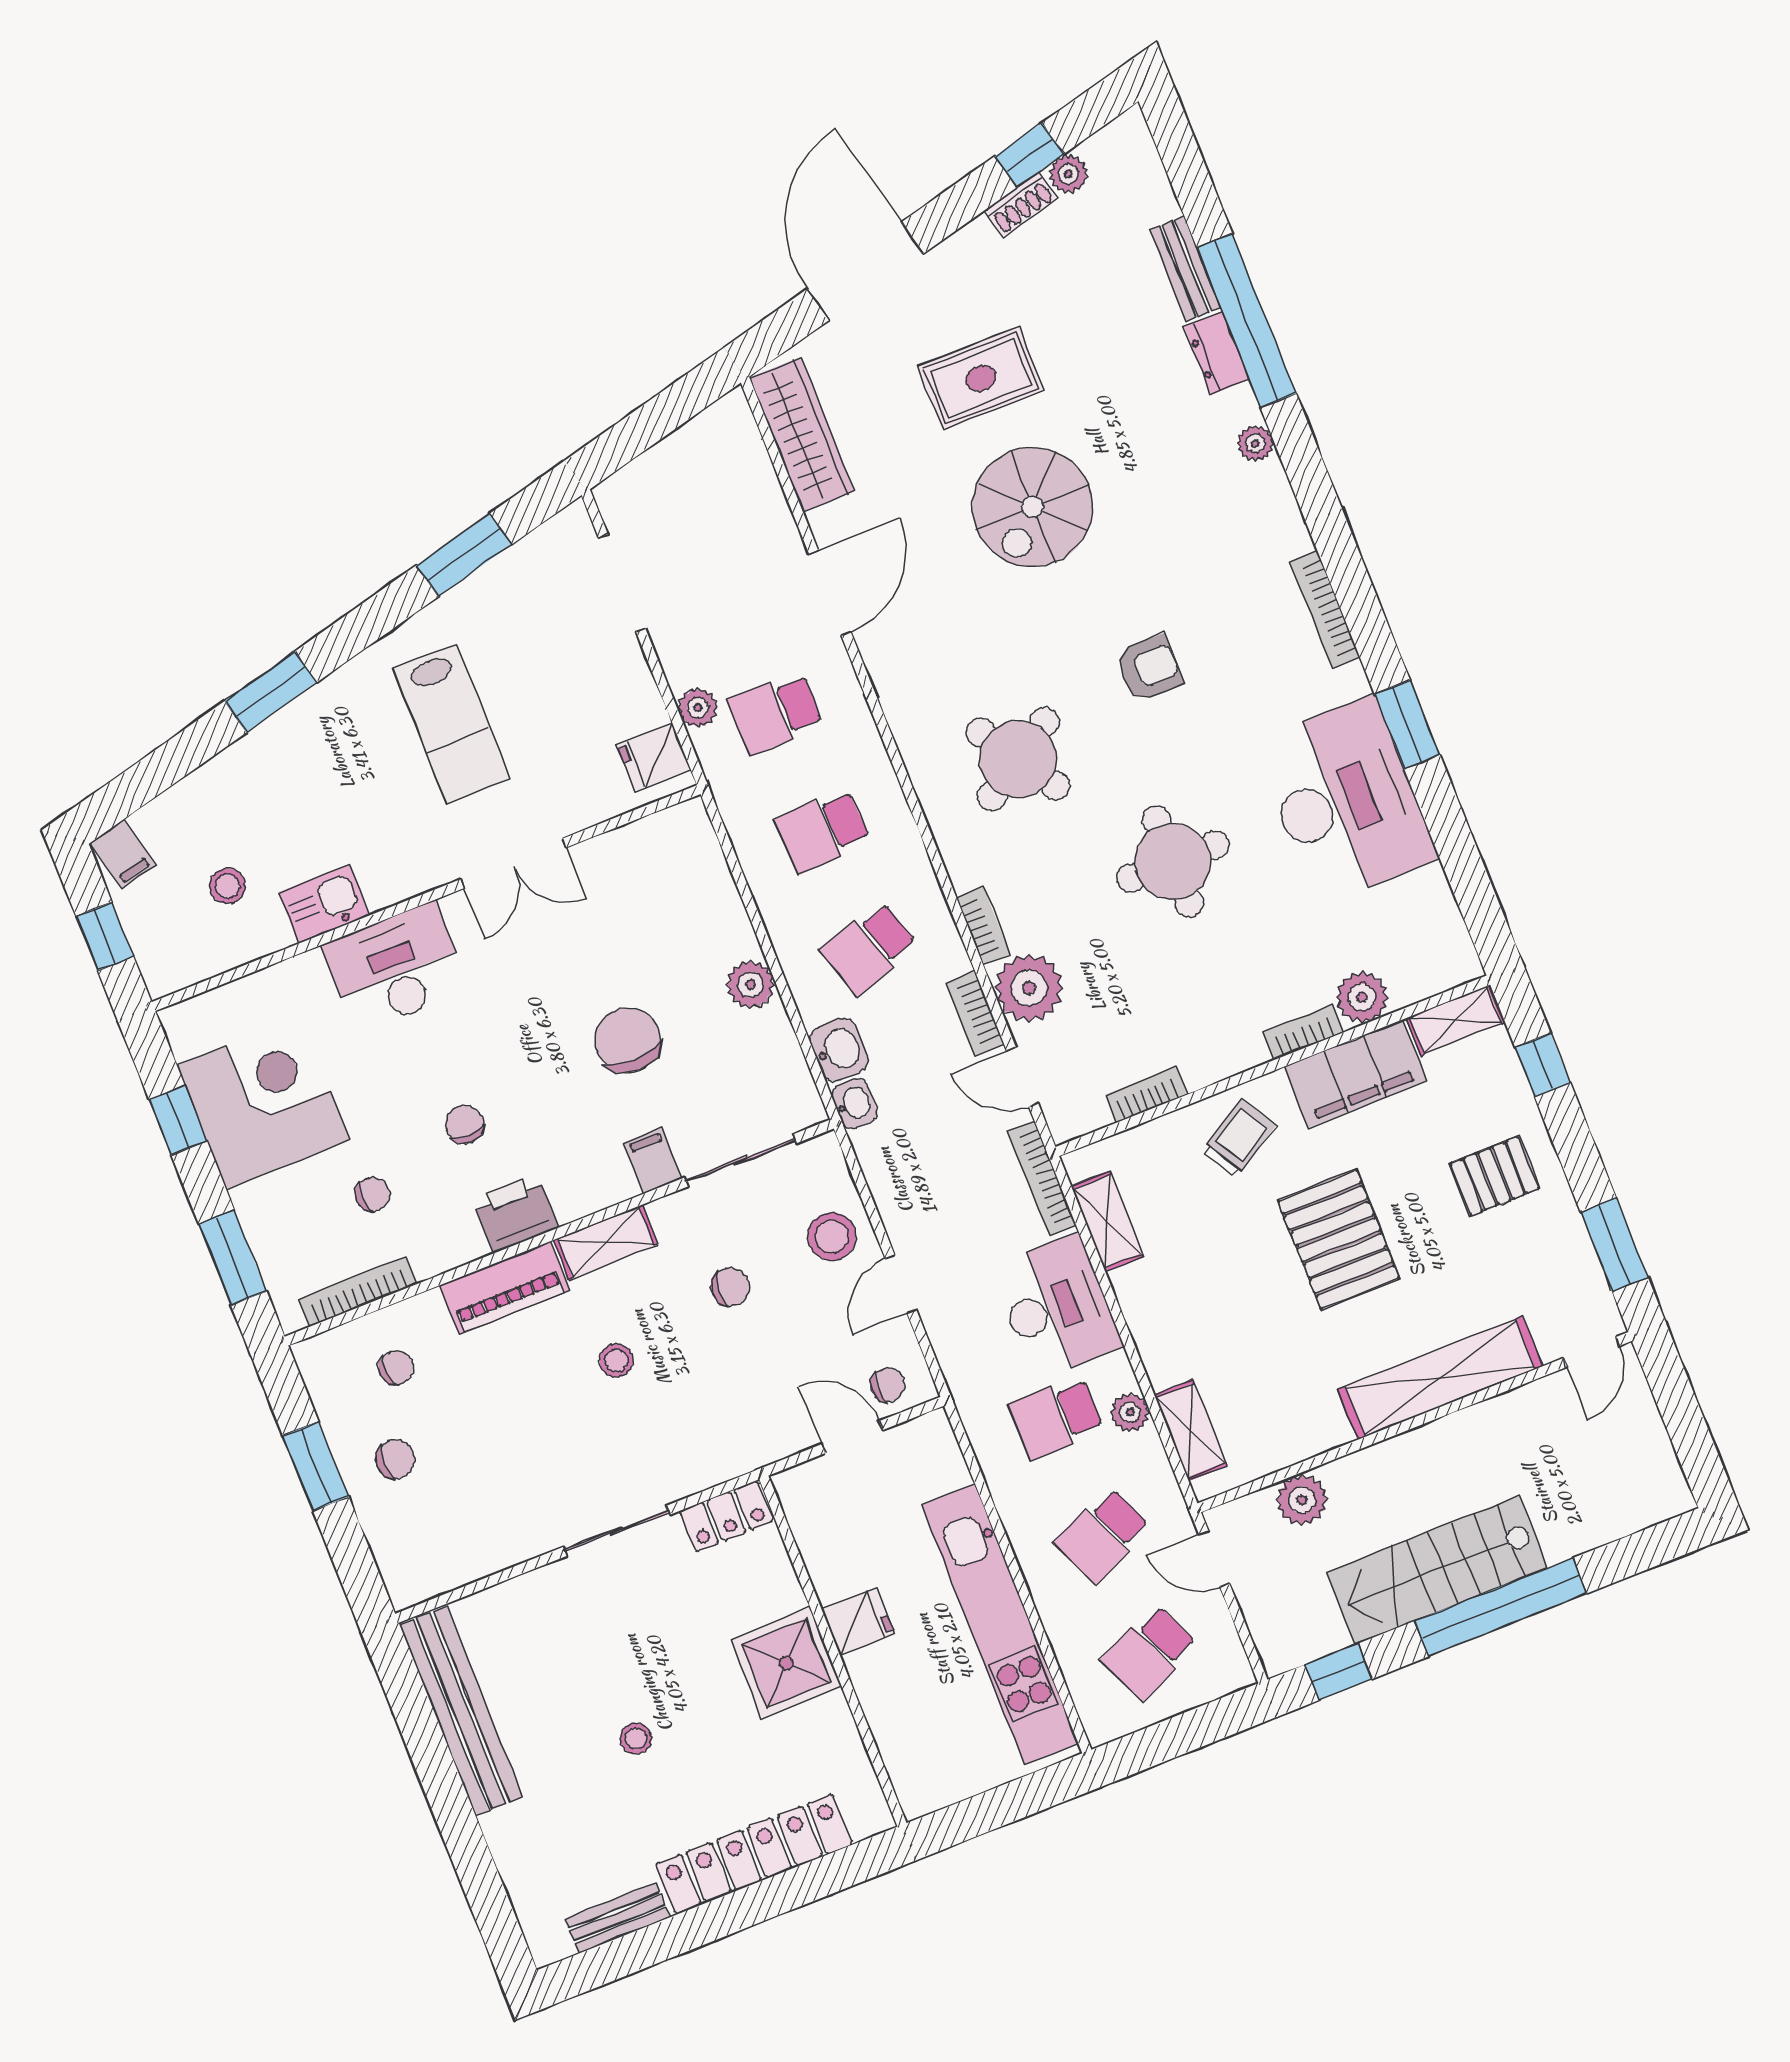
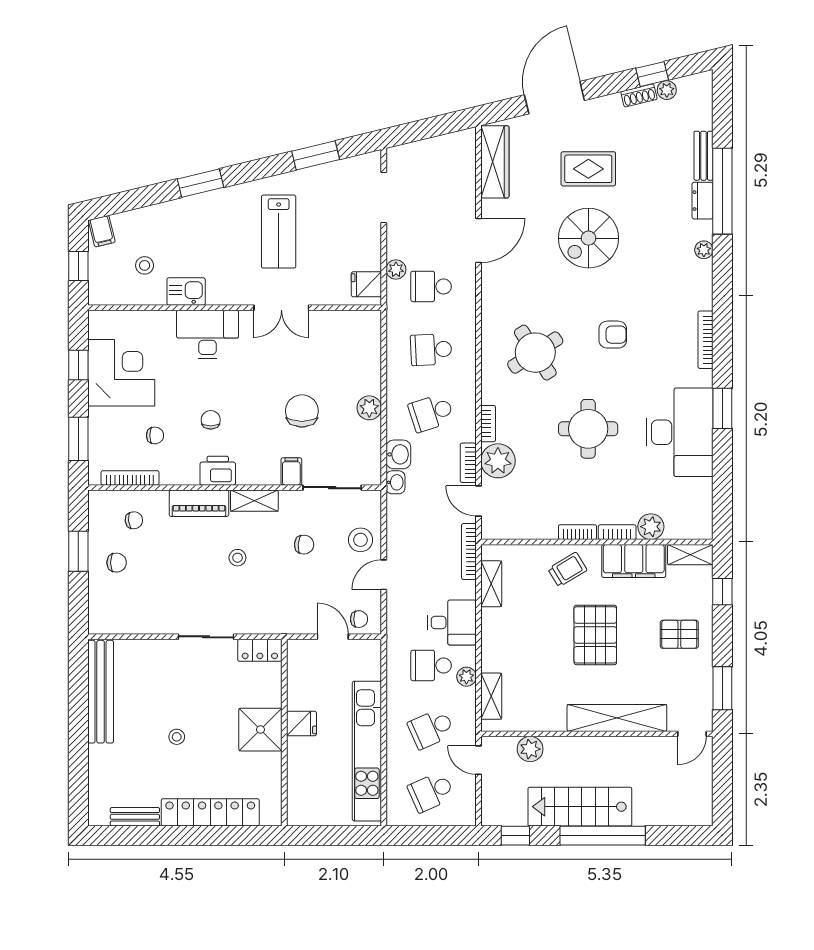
bookcase: (1146, 1095) -> (578, 532), moved
desk: (1056, 1307) -> (452, 622), width x0.73

